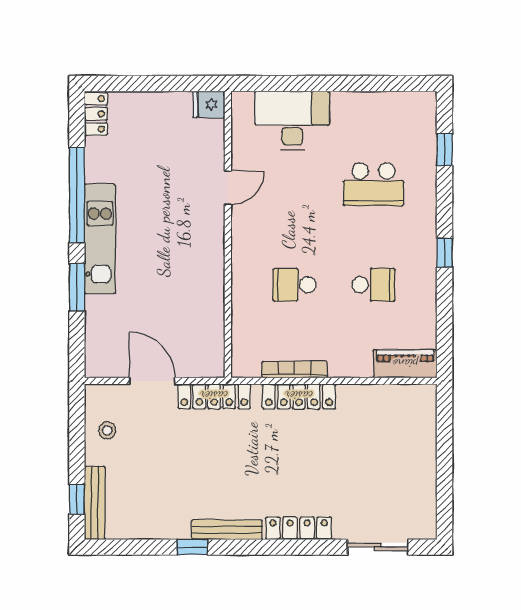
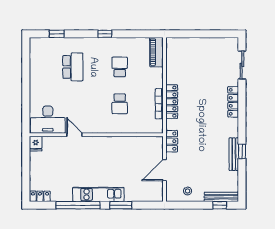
desk: (292, 120) -> (48, 120), moved, turned -90
locker: (214, 396) -> (172, 141), width x0.66
bench: (227, 530) -> (234, 154), moved

